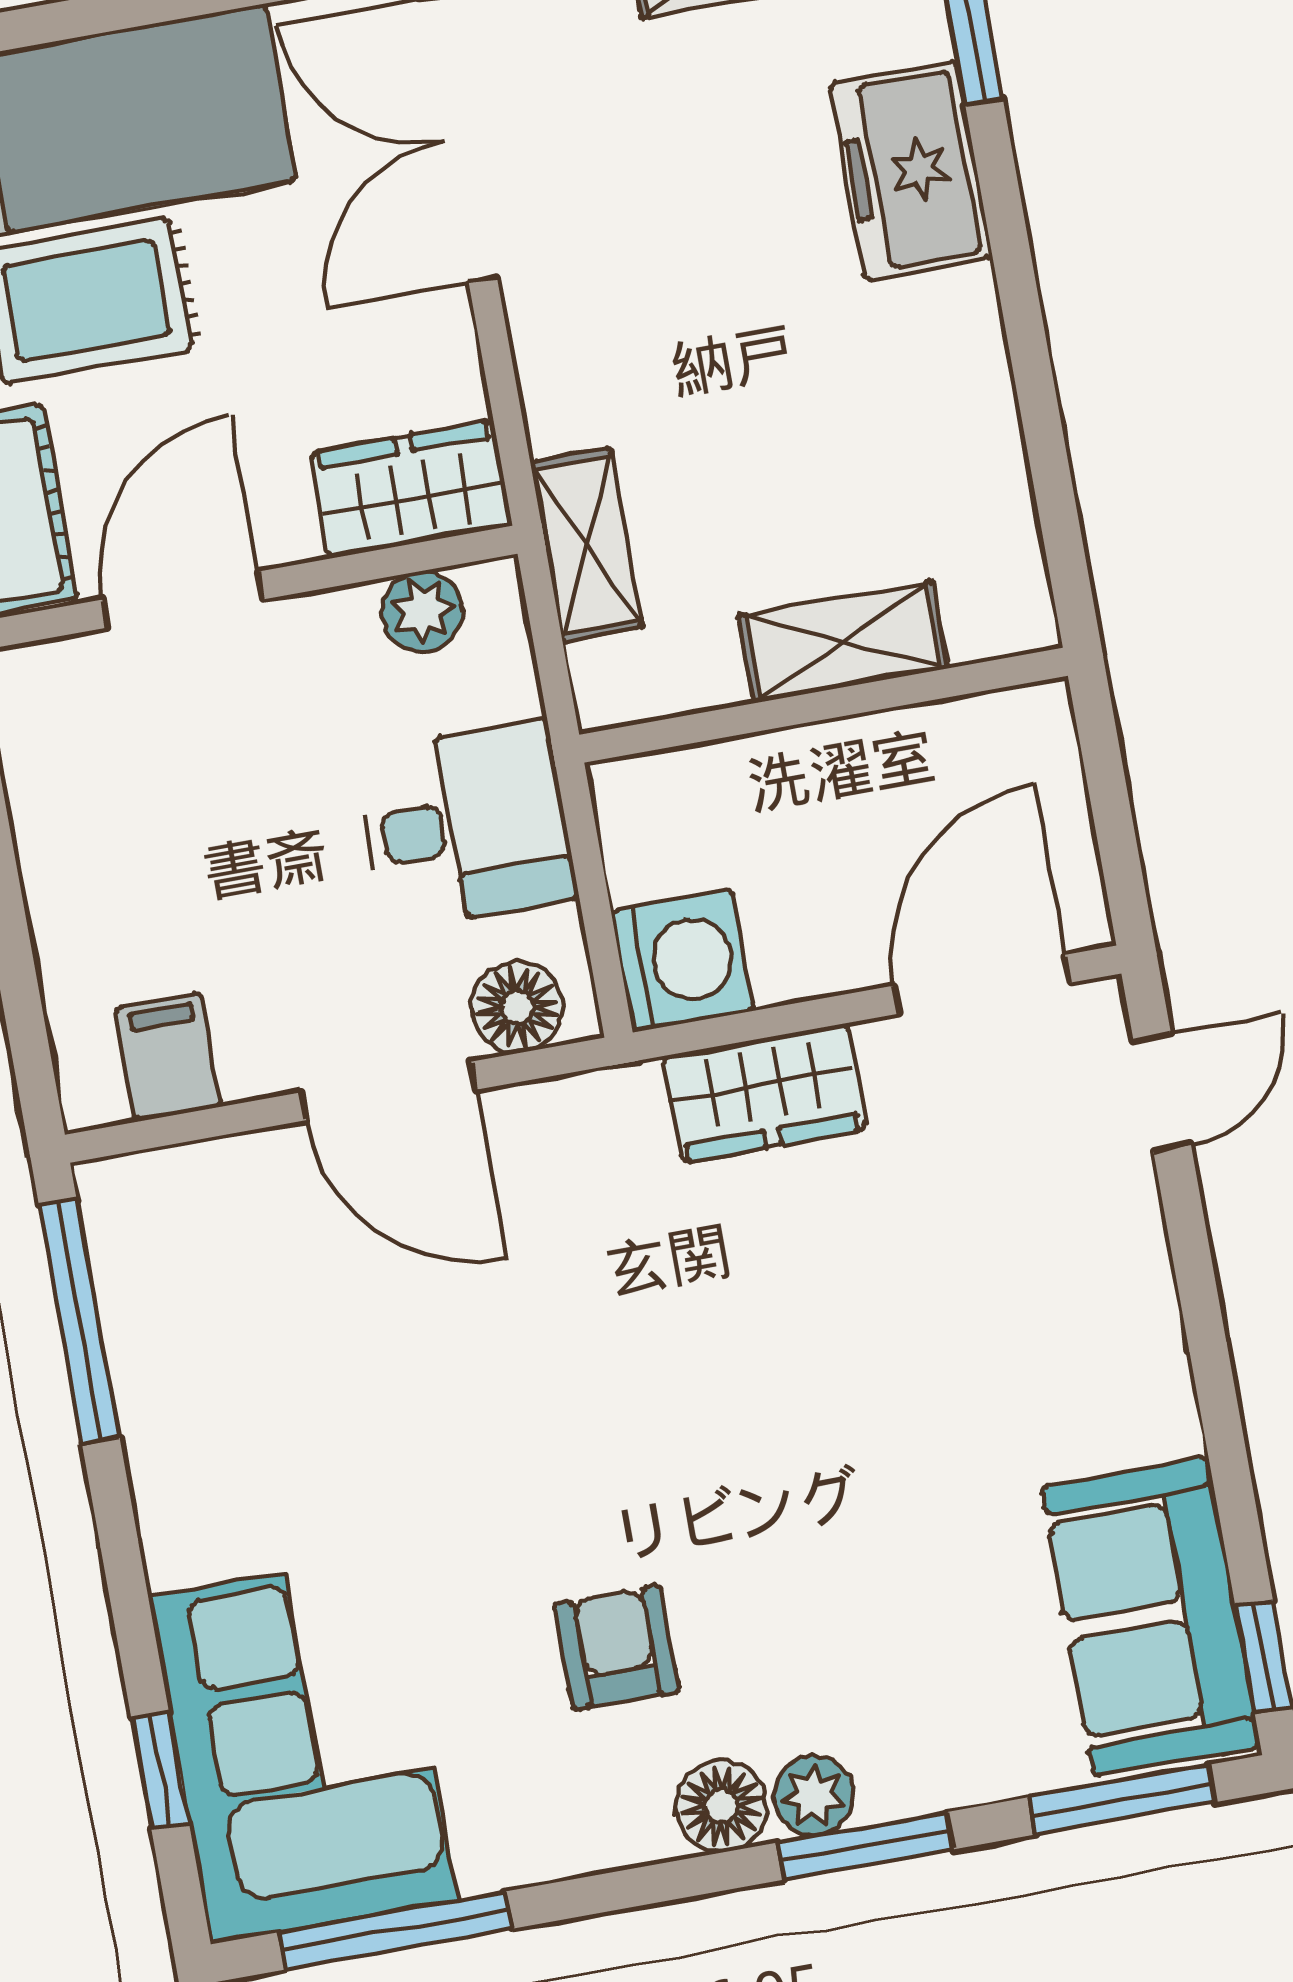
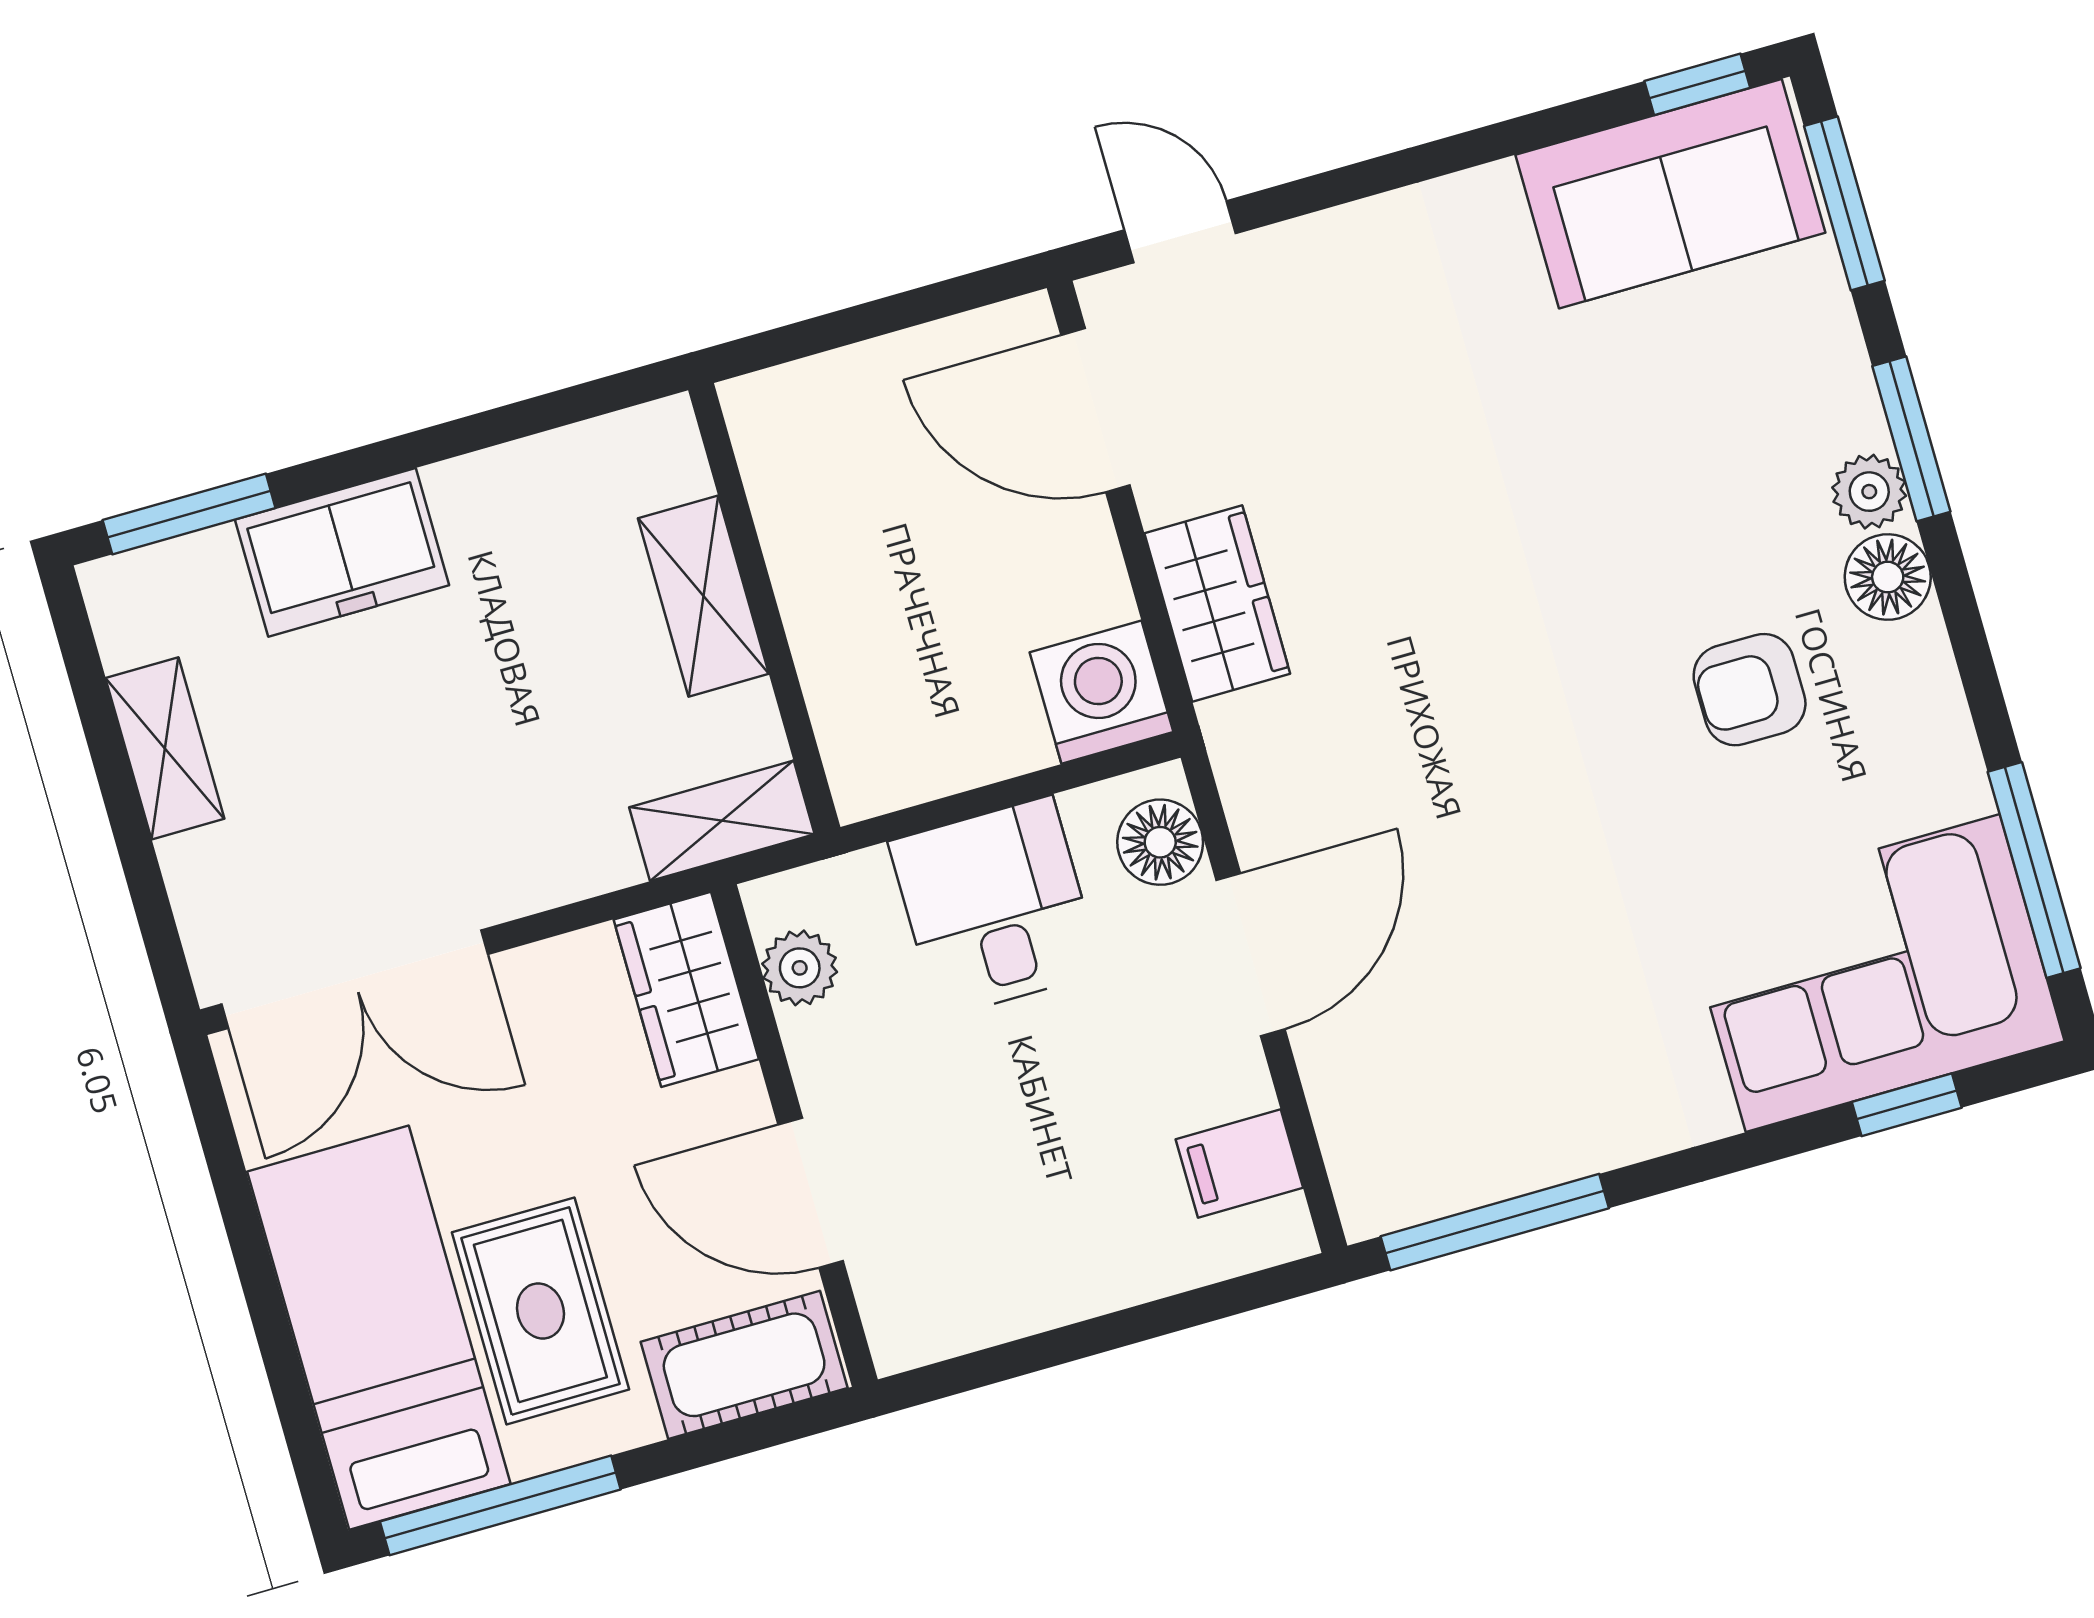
shelving: (843, 642) -> (703, 596), moved
wall: (824, 705) -> (764, 609), moved

